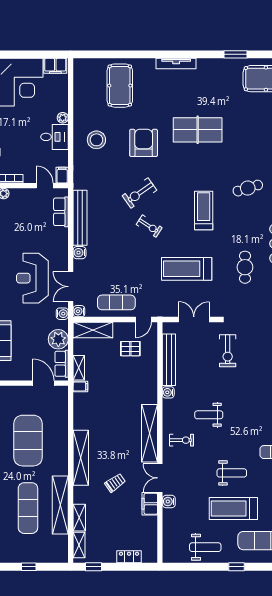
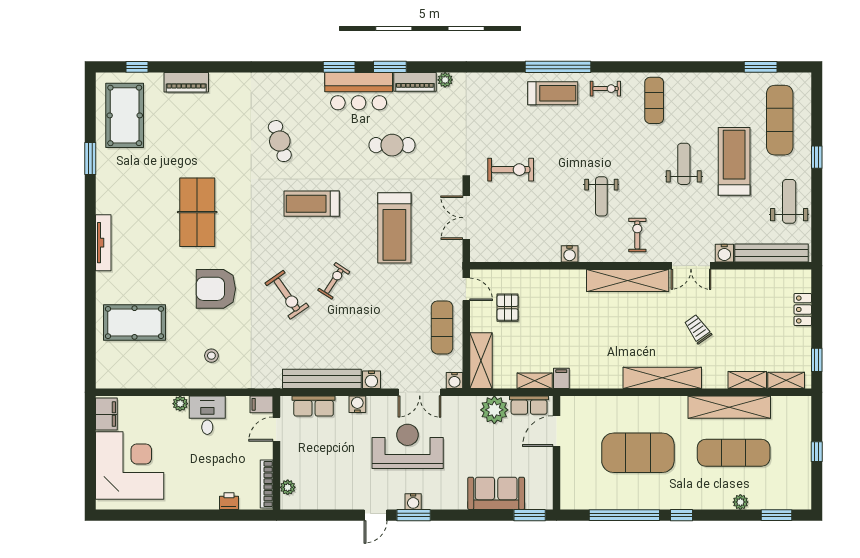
stool: (96, 140) -> (211, 356), width x0.53, depth x0.53
reception desk: (32, 278) -> (408, 446), turned 180
water cooler: (62, 314) -> (357, 404), moved
bench: (169, 360) -> (772, 253), moved
filing cabinet: (150, 504) -> (728, 280), removed
treadmill: (233, 508) -> (734, 161), turned 180

